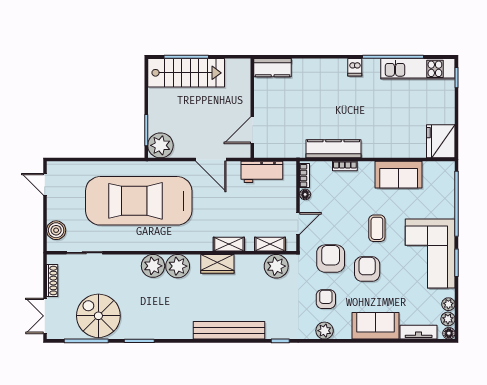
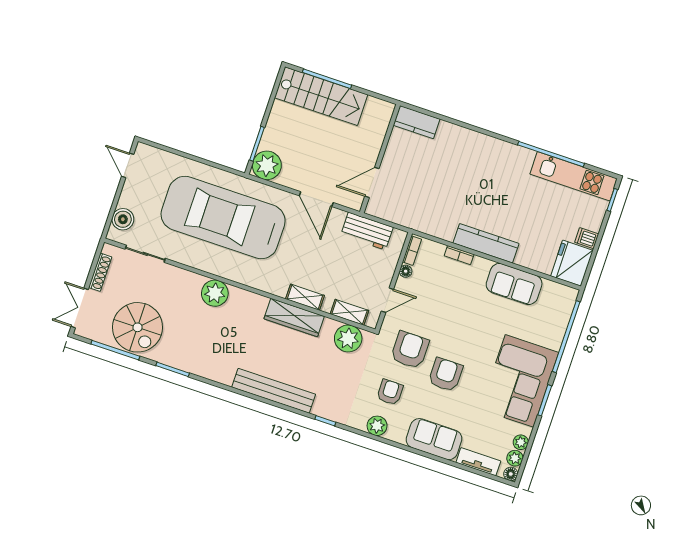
dishwasher: (355, 67) -> (587, 238), moved, turned 90
kitchen counter: (333, 149) -> (486, 243), moved
coffee table: (377, 228) -> (471, 334), removed
wardrobe: (217, 264) -> (294, 317), width x1.50
plant: (178, 266) -> (241, 302), removed
spiral stairs: (98, 316) -> (138, 327), turned 180

